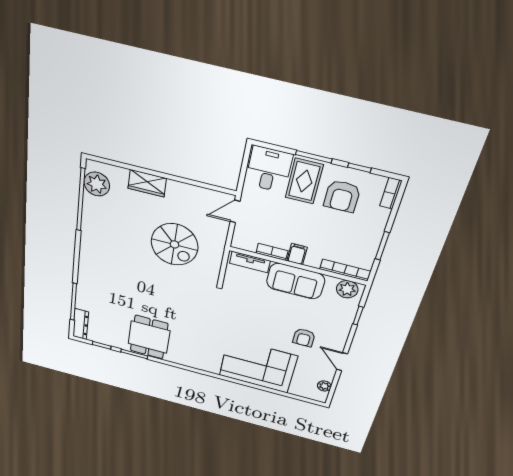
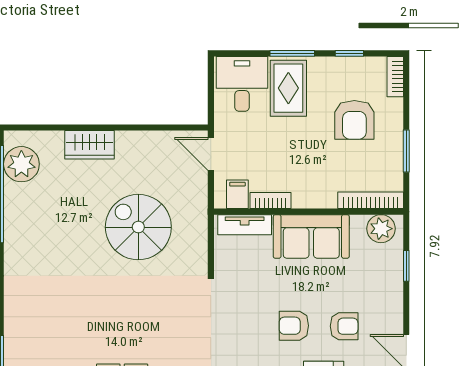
armchair: (342, 196) -> (354, 120), moved
door: (235, 211) -> (211, 154), hinge flipped
spiral stairs: (174, 244) -> (138, 227), turned 180
filing cabinet: (297, 254) -> (237, 194), moved
armchair: (270, 328) -> (294, 326), added
armchair: (304, 338) -> (344, 326), turned -90

